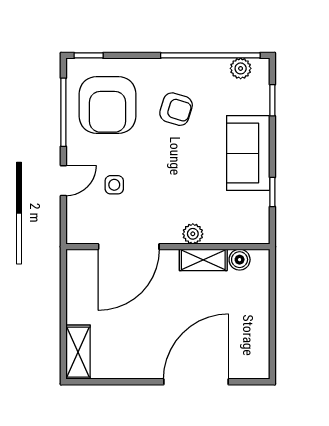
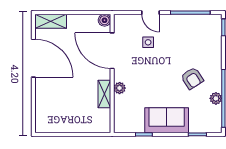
plant: (241, 68) -> (216, 98), moved
armchair: (107, 105) -> (195, 38), removed
armchair: (176, 109) -> (192, 78), turned -50
boiler: (240, 260) -> (105, 20), moved
door: (196, 382) -> (33, 58), moved

